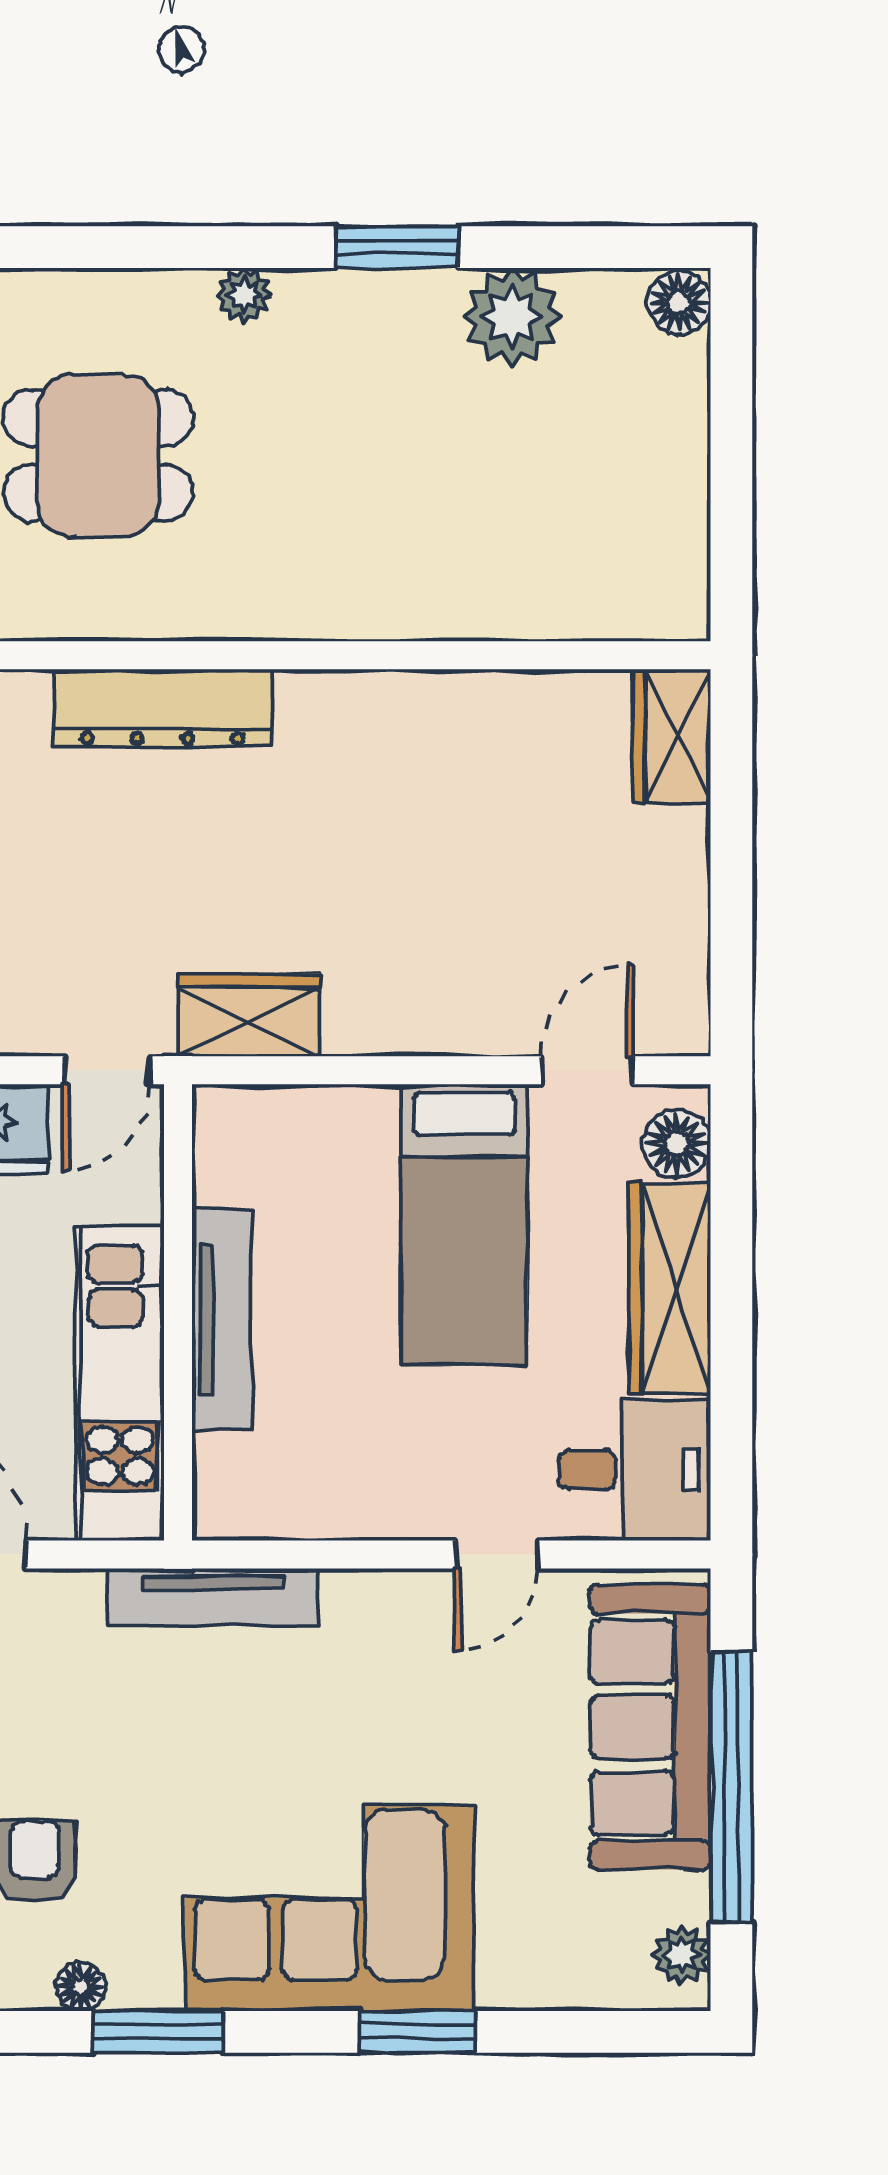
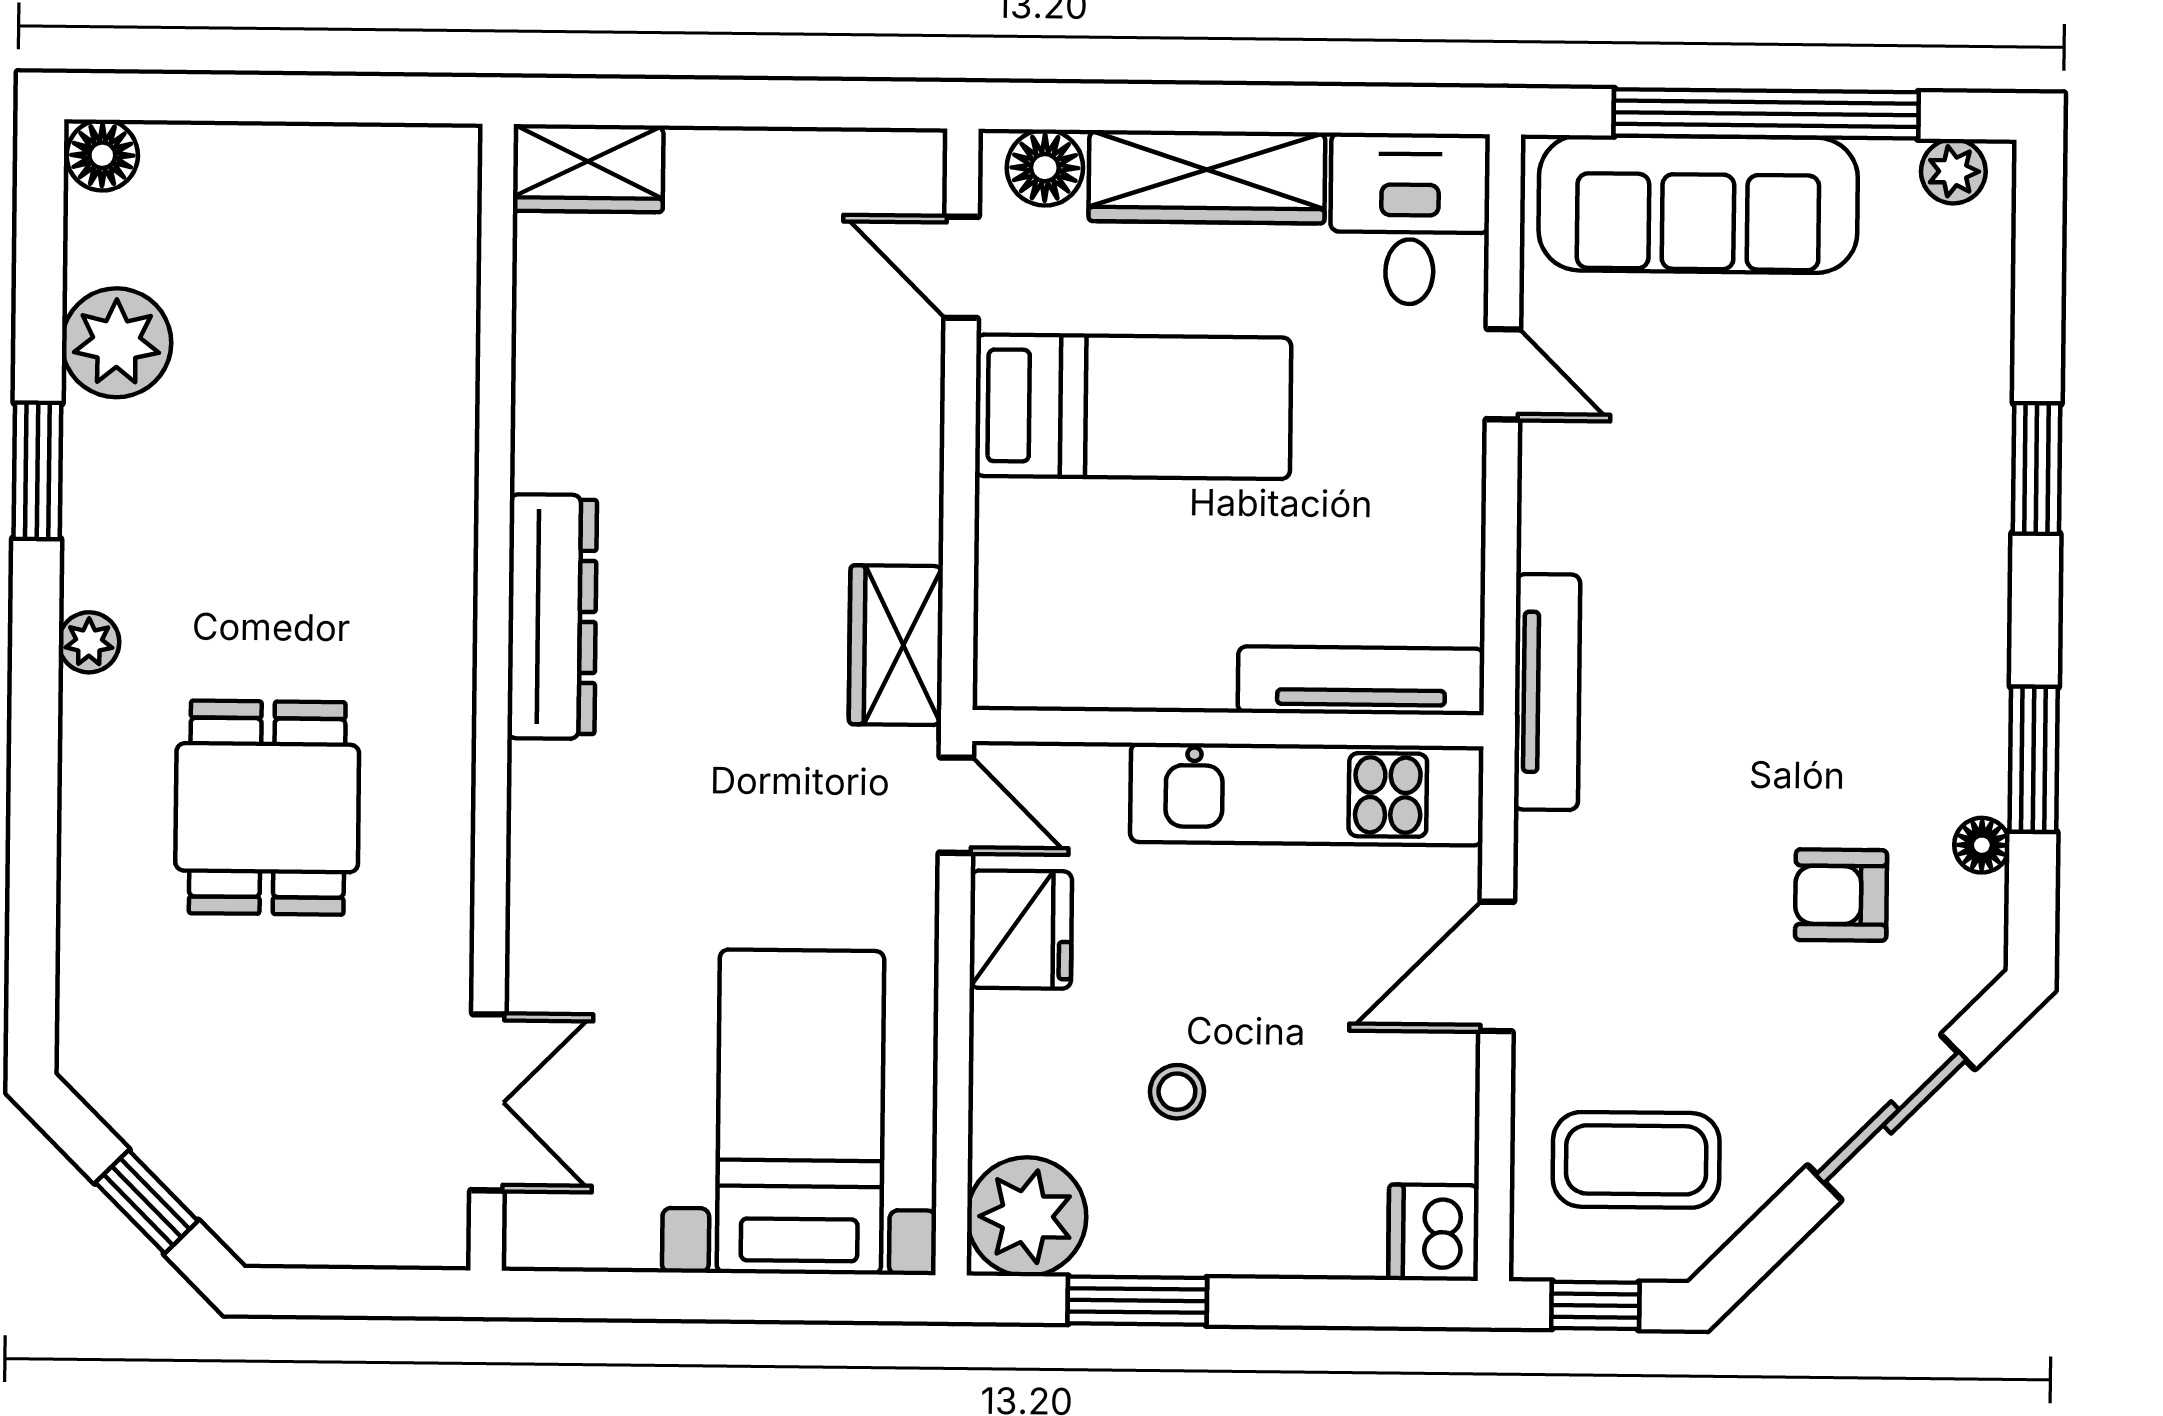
dresser: (162, 708) -> (552, 617), moved
tv unit: (222, 1320) -> (1361, 681), moved
corner sofa: (329, 1908) -> (1897, 566), removed

